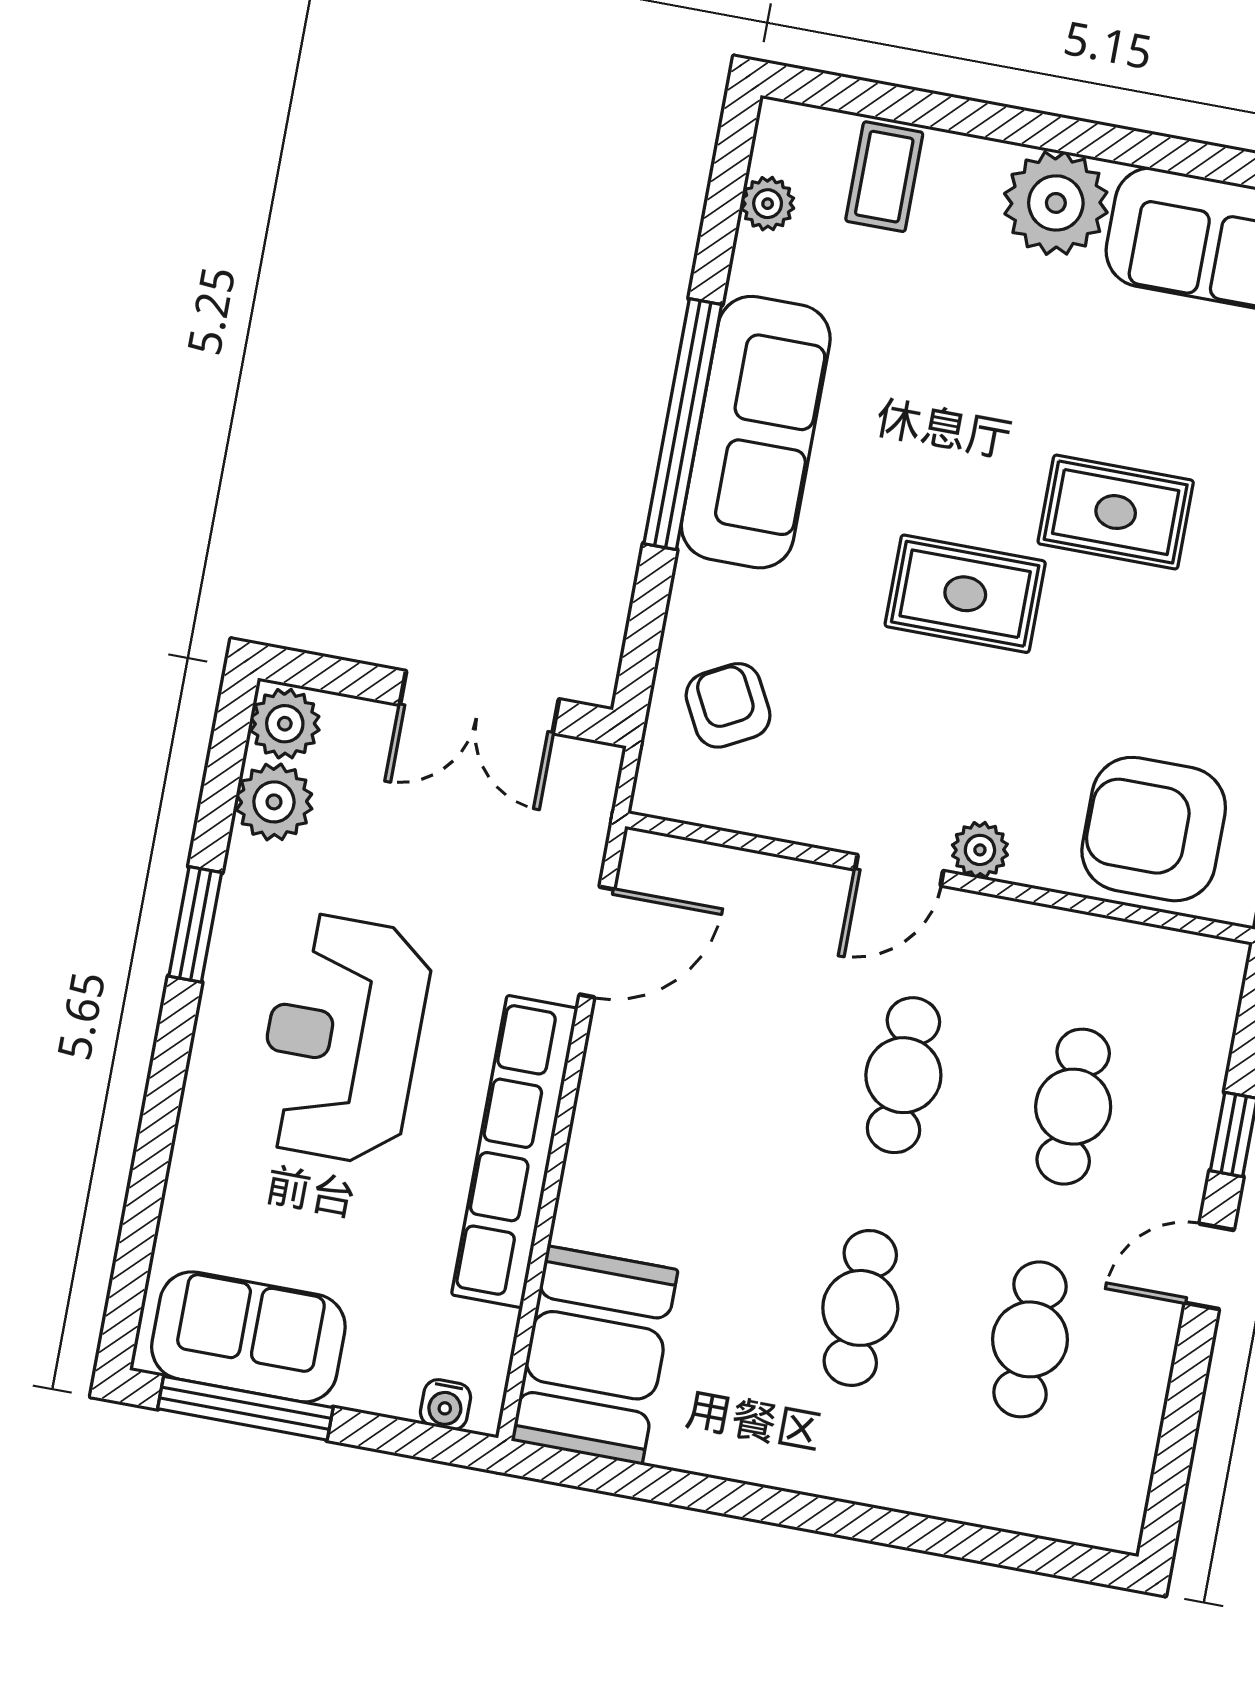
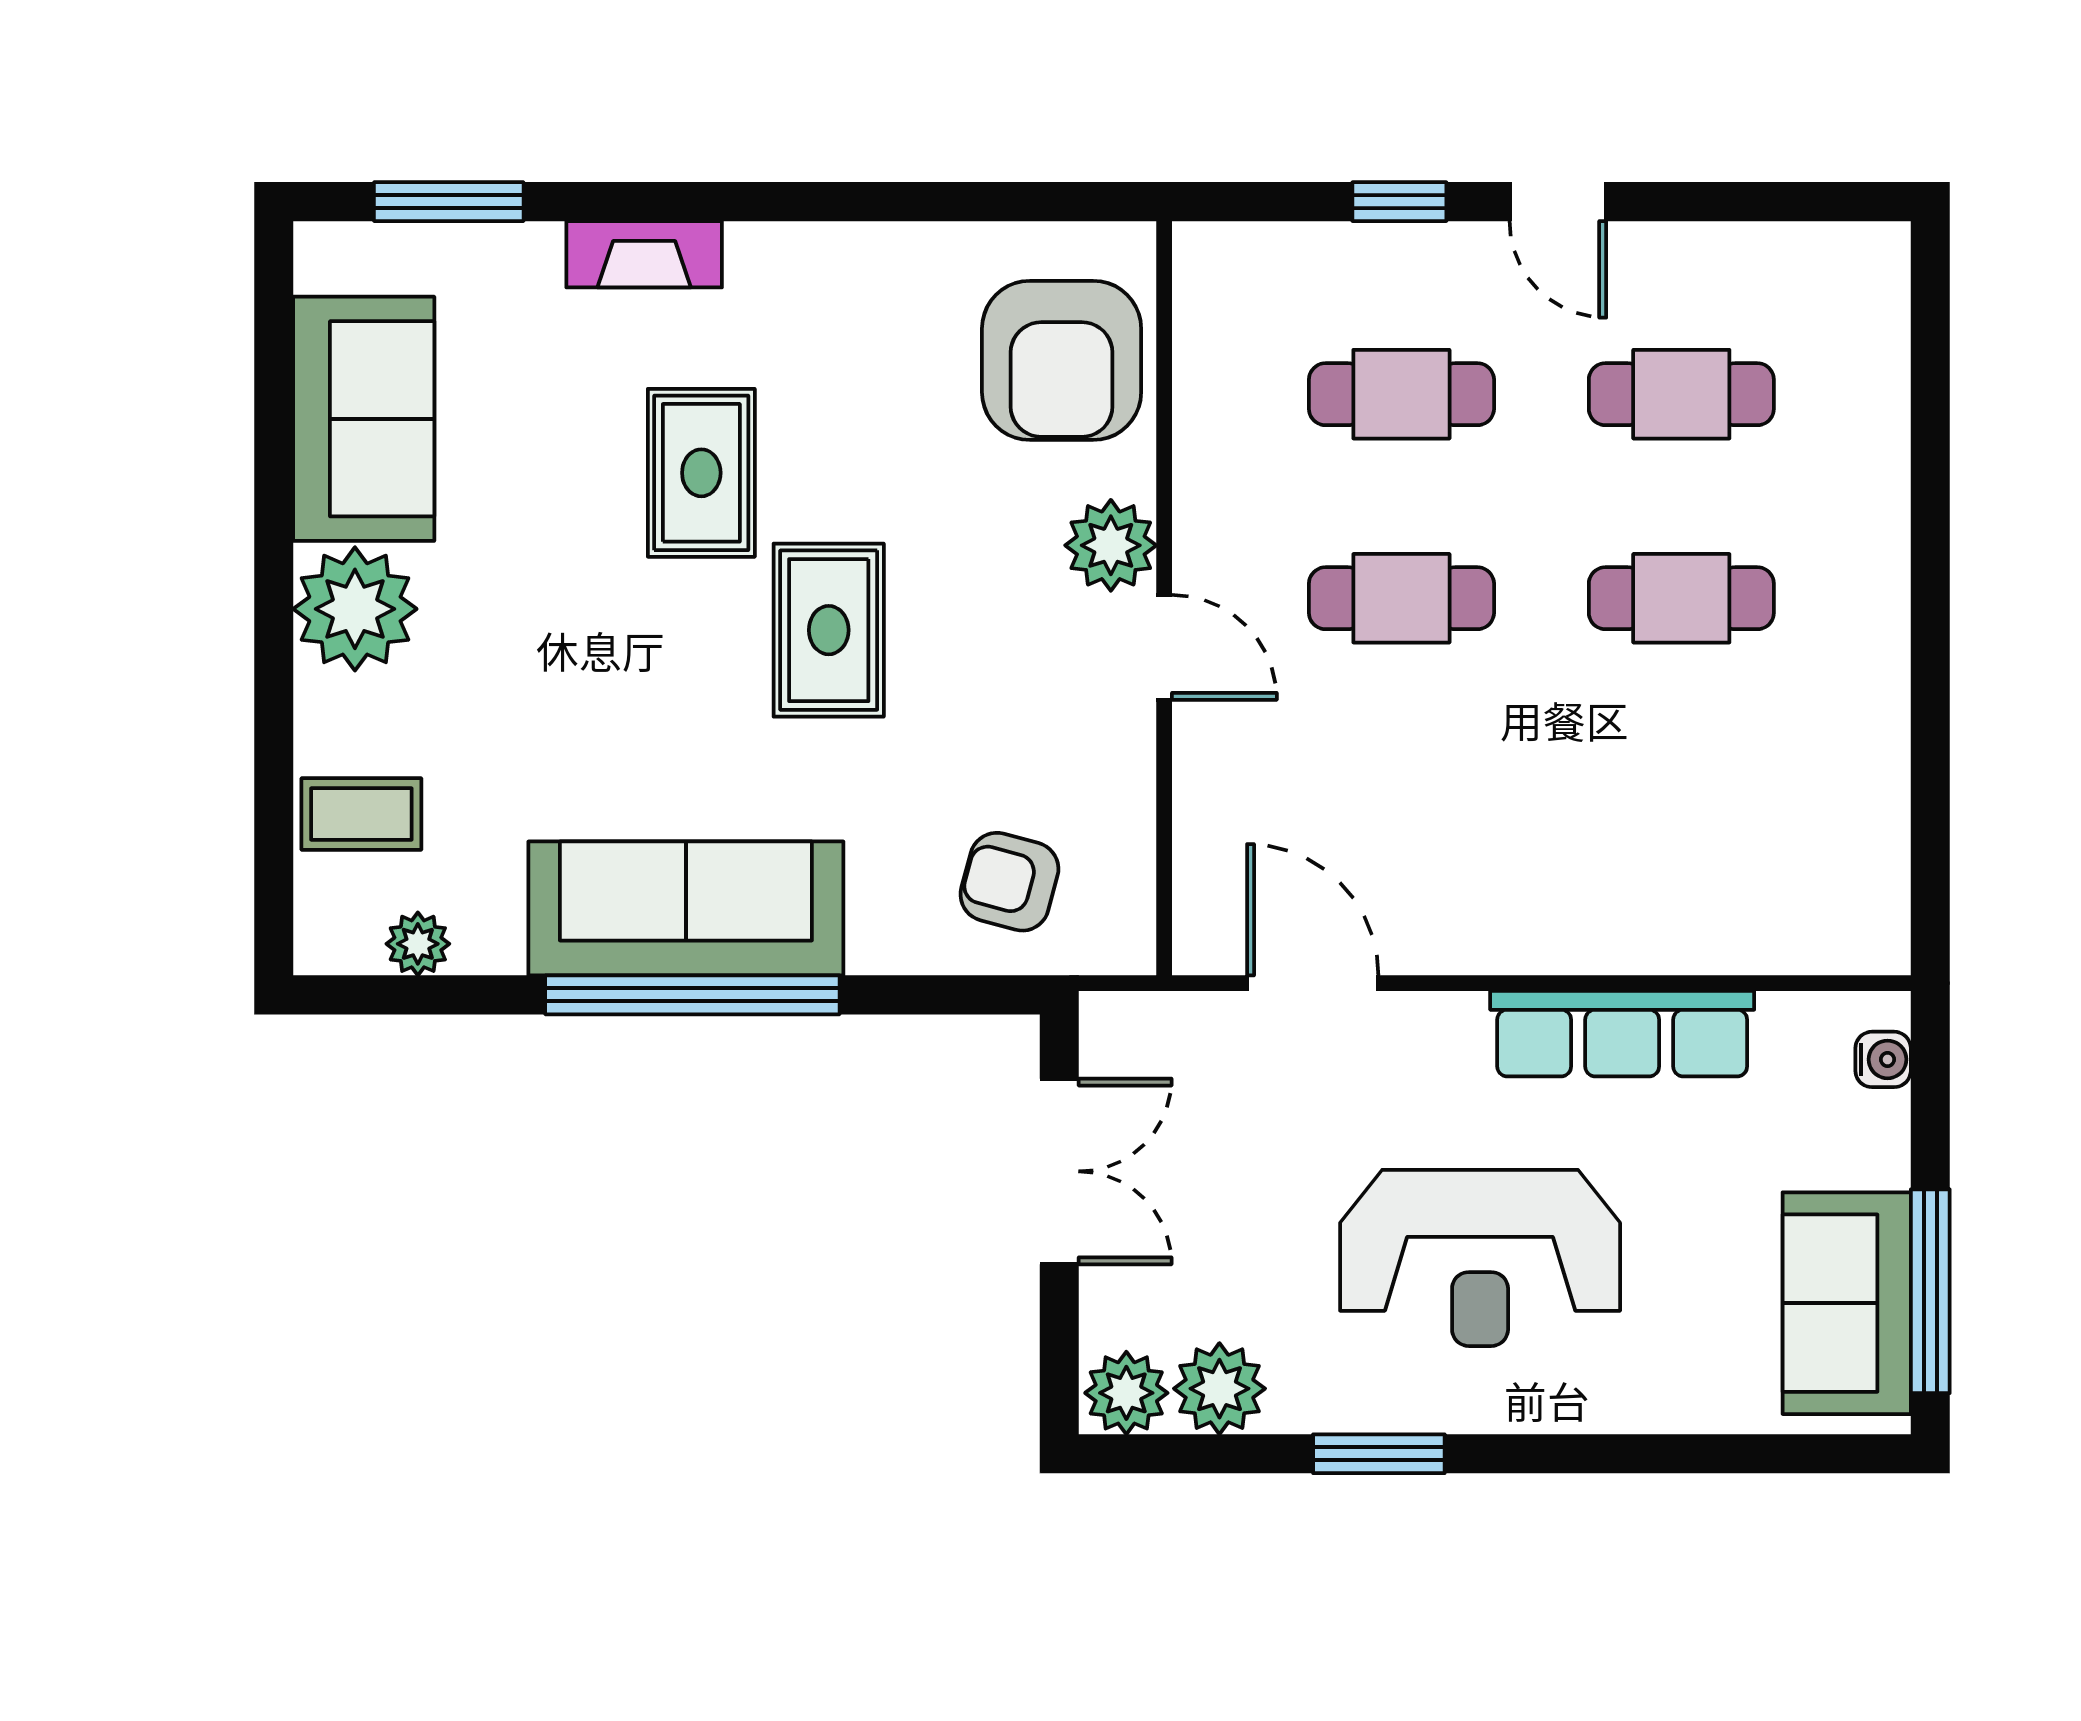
armchair: (728, 705) -> (1009, 882), turned 43
plant: (980, 850) -> (1111, 545), width x1.38, depth x1.38
row of seats: (515, 1152) -> (1622, 1034), width x0.73
booth: (595, 1355) -> (1793, 897), removed

